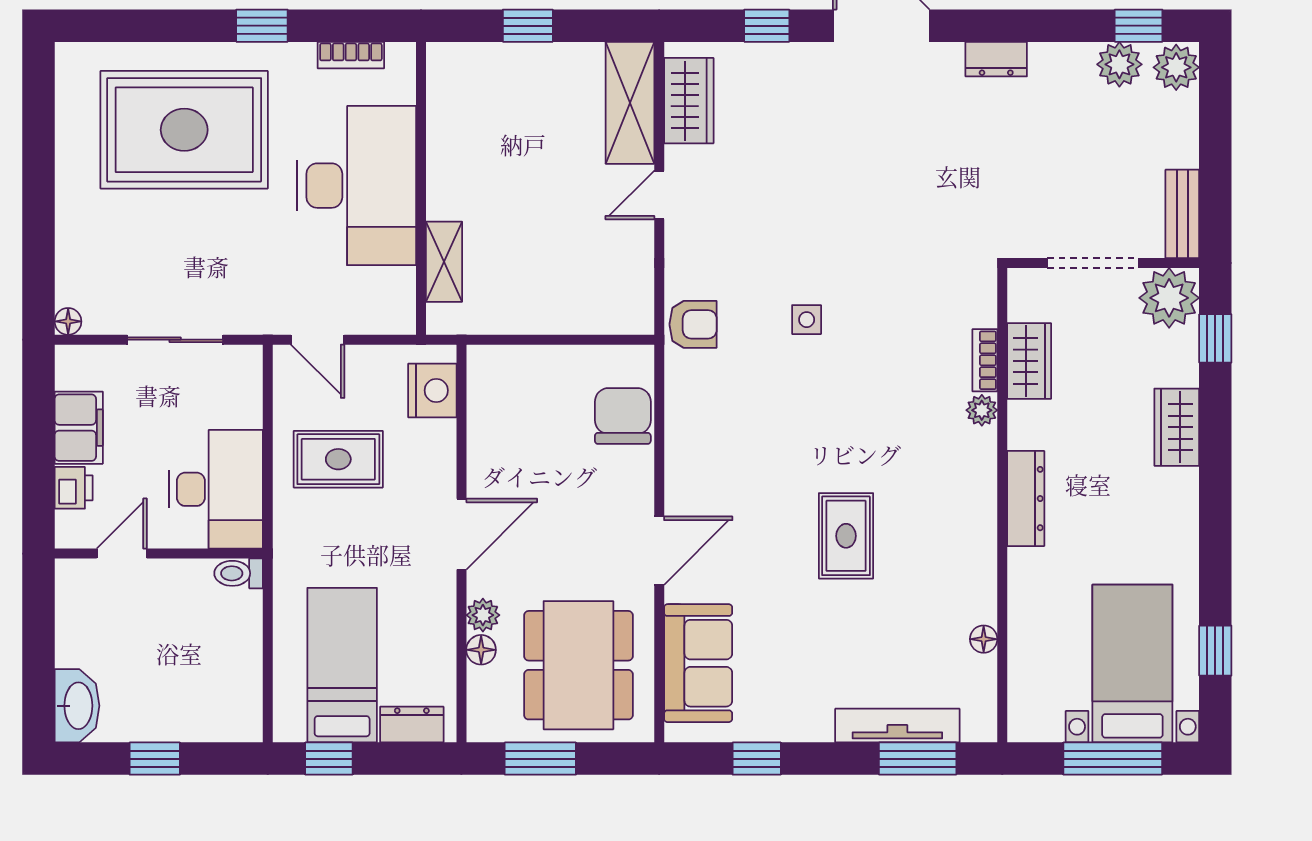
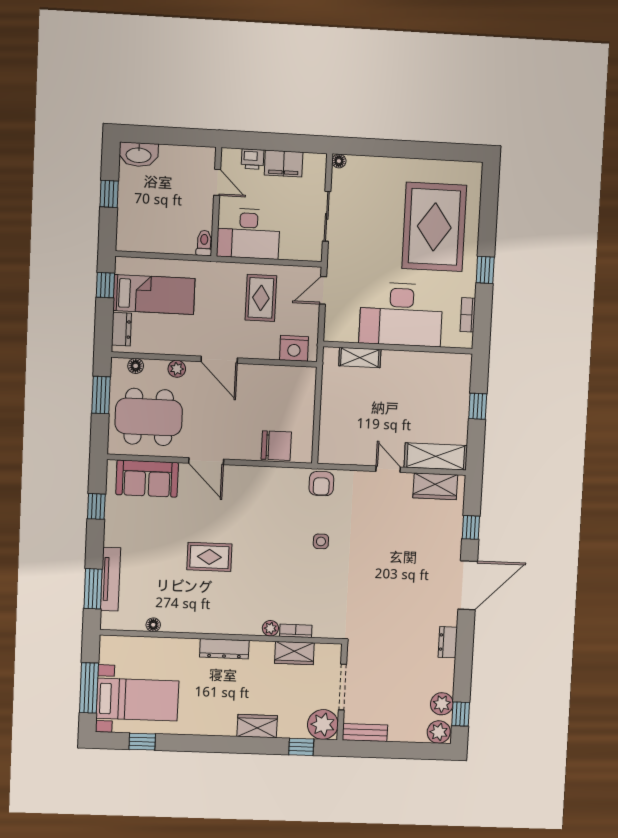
floor lamp: (481, 650) -> (136, 366), moved

